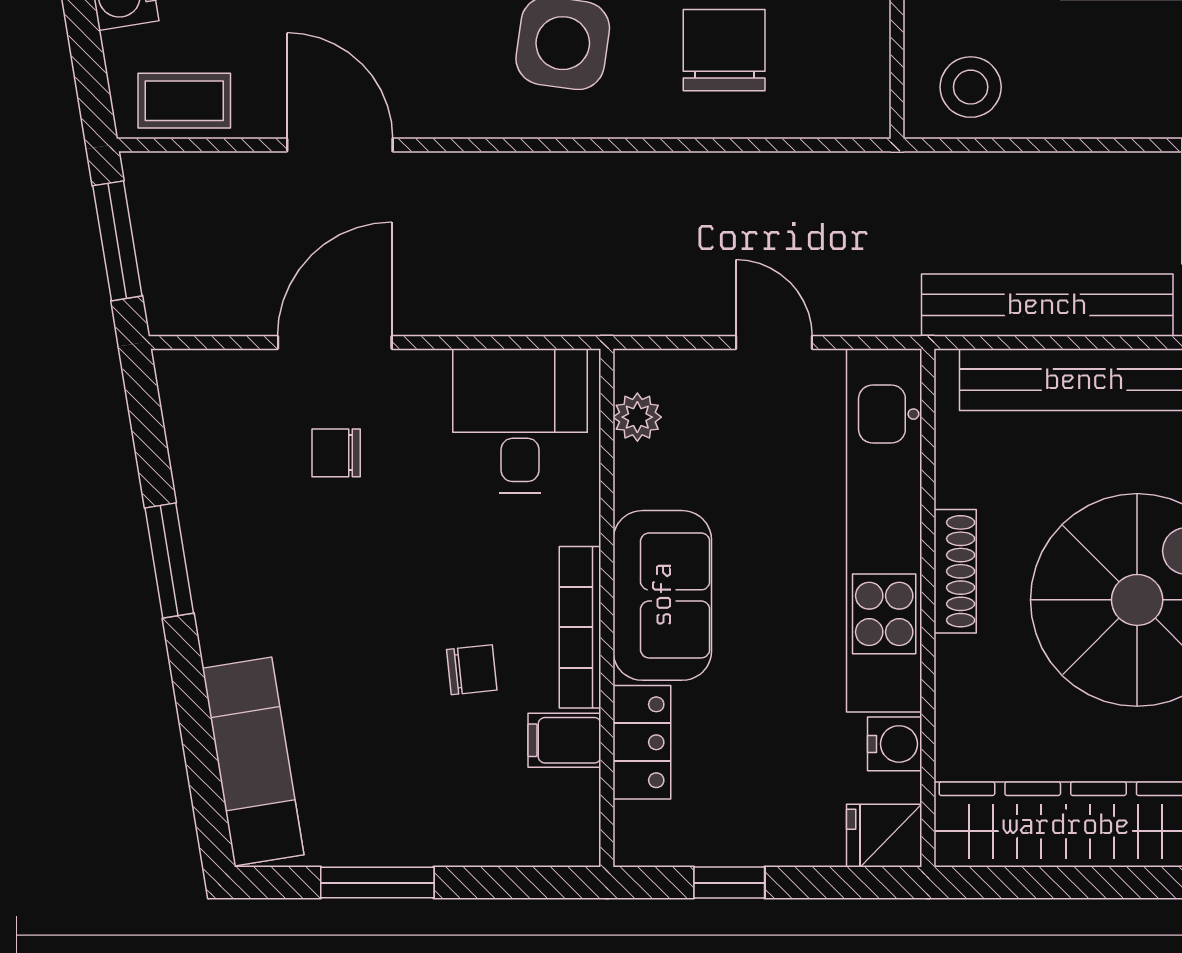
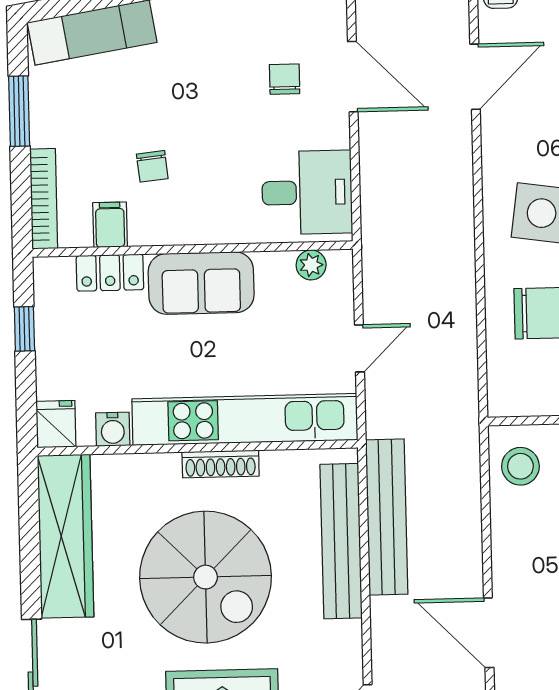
bookcase: (580, 627) -> (44, 199), moved, turned 90

